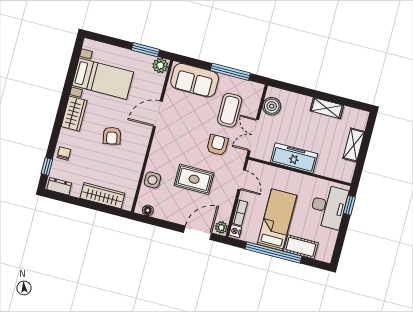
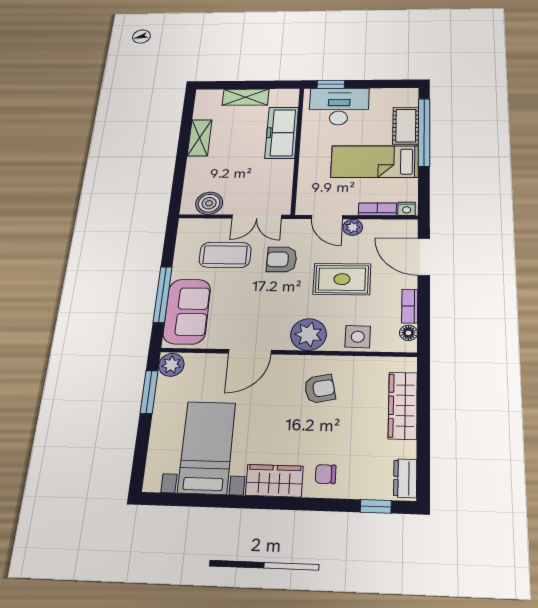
window: (230, 72) -> (163, 294), moved
door: (158, 114) -> (250, 352), hinge flipped
armchair: (112, 136) -> (320, 389), moved
plant: (161, 151) -> (309, 334), added
chair: (64, 154) -> (326, 474), moved
freezer: (294, 158) -> (282, 133), moved
rug: (194, 179) -> (342, 279), turned 90
door: (242, 180) -> (327, 217), swing flipped
bookcase: (165, 216) -> (410, 306), added
plant: (221, 227) -> (353, 227), moved
window: (273, 253) -> (424, 132), moved

